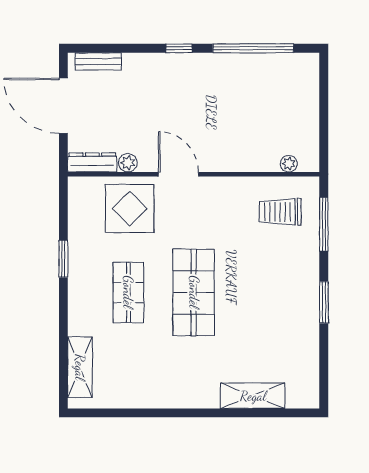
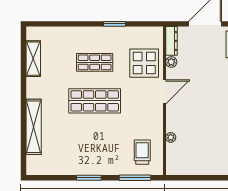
plant: (289, 164) -> (171, 137), moved
shelving: (80, 367) -> (33, 59), moved, turned 90
shelving: (253, 396) -> (34, 127), width x1.47

